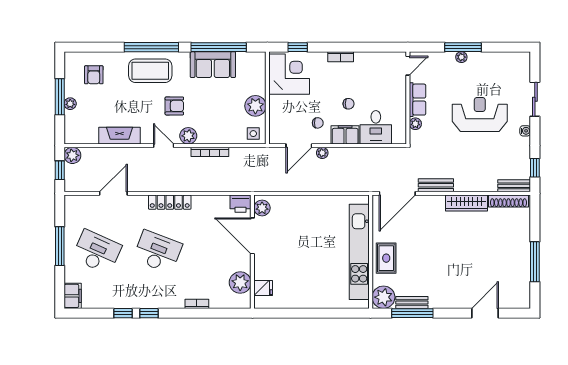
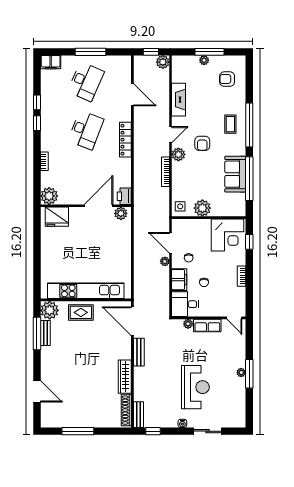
door: (408, 66) -> (234, 318), moved
coffee table: (150, 71) -> (230, 124), width x0.54, depth x0.58
wall: (408, 98) -> (209, 318), moved
row of seats: (418, 100) -> (207, 326), moved
plant: (415, 124) -> (188, 324), moved
plant: (240, 283) -> (49, 196), moved
fridge: (263, 288) -> (57, 217), width x1.88, depth x1.34

